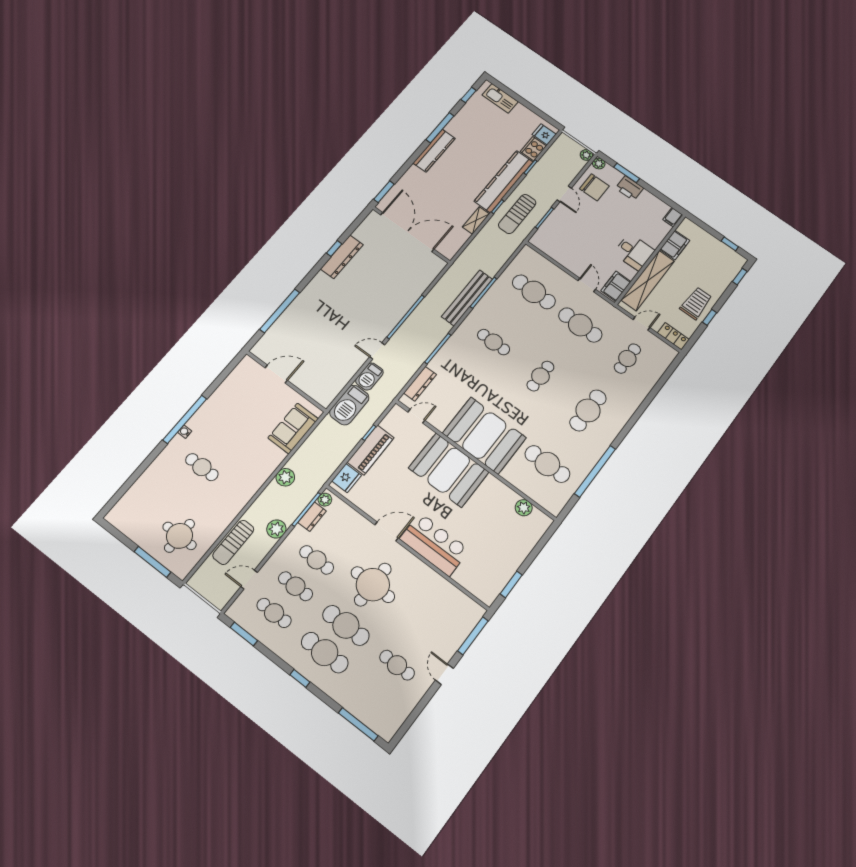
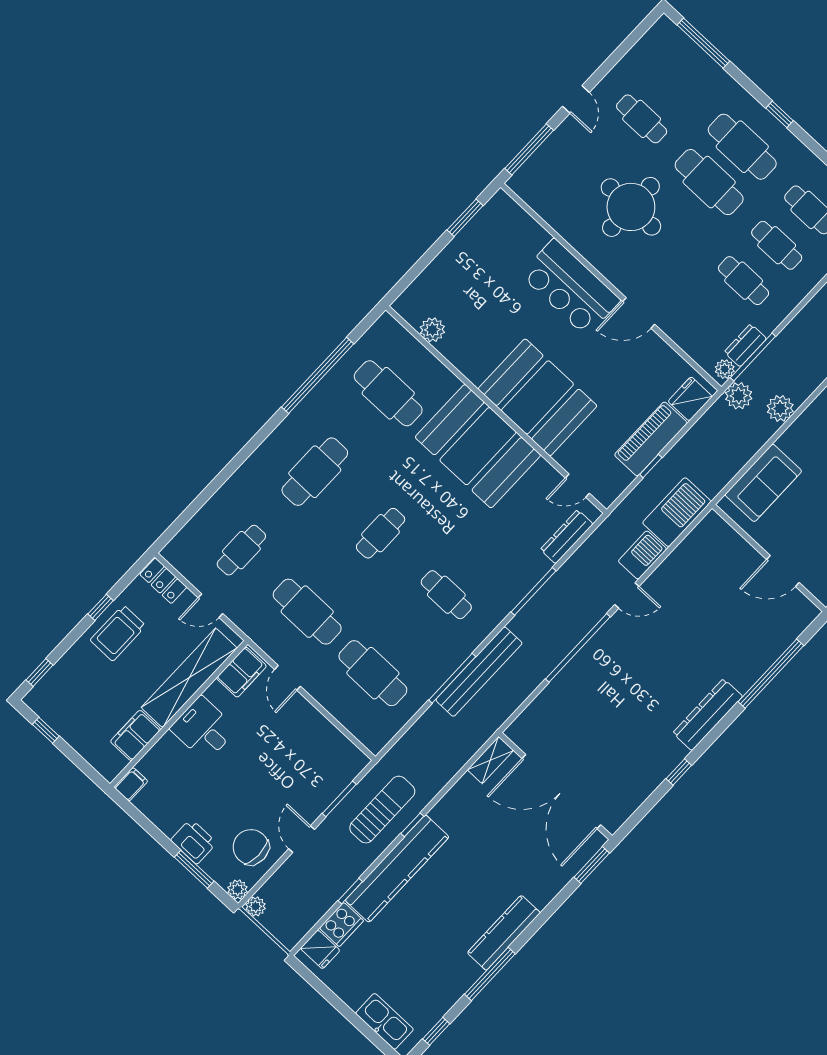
shelving: (476, 220) -> (490, 760), moved
dresser: (342, 257) -> (708, 715), moved
plant: (276, 529) -> (739, 396), moved
round table: (373, 585) -> (631, 207), moved

